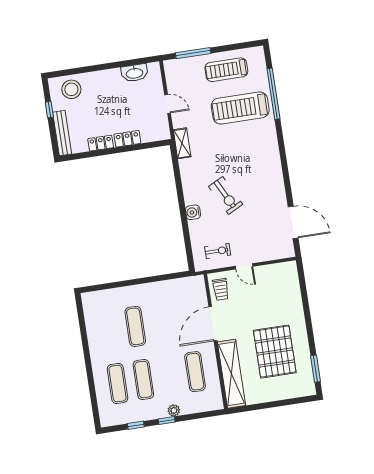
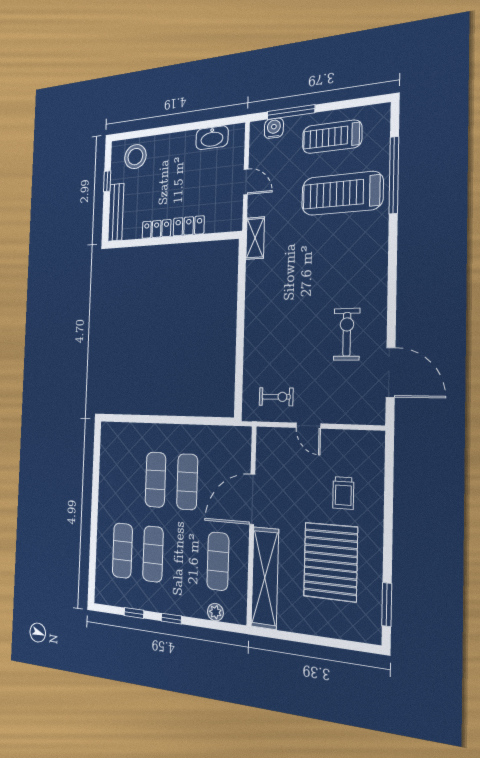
exercise bike: (226, 195) -> (347, 334), moved, turned -153
water cooler: (193, 212) -> (274, 128), moved, turned 90
trolley: (221, 289) -> (343, 493), moved
exercise mat: (161, 322) -> (187, 482), added
plant: (174, 410) -> (215, 612), moved

